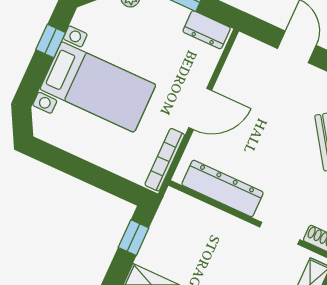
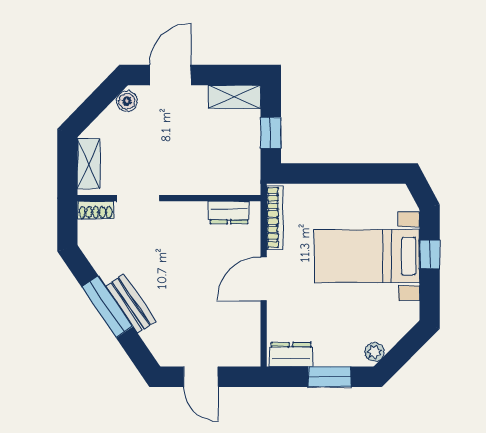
window: (51, 41) -> (430, 254), moved
dresser: (223, 188) -> (229, 213), width x0.51, depth x0.80

